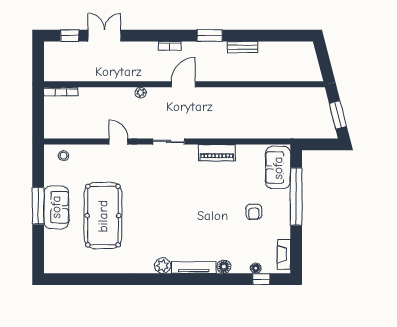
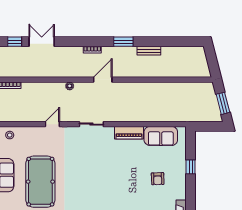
door: (118, 142) -> (52, 124), hinge flipped
sofa: (278, 168) -> (161, 136), moved, turned -90
window: (296, 197) -> (191, 167), width x0.32

